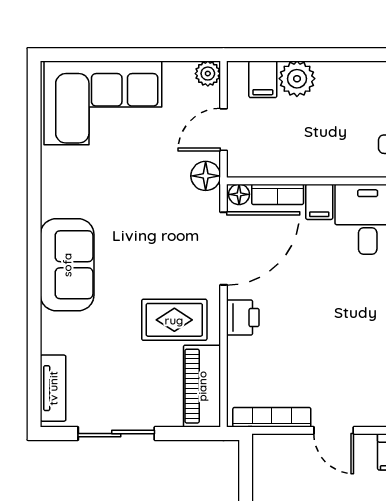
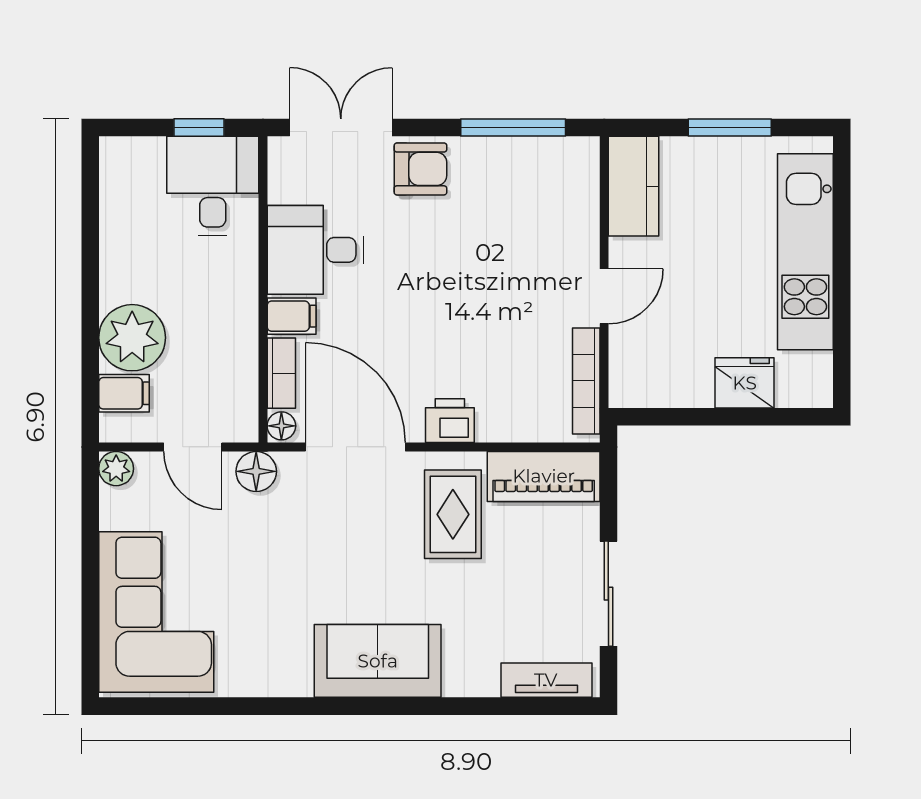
plant: (297, 79) -> (132, 338), width x1.36, depth x1.36

